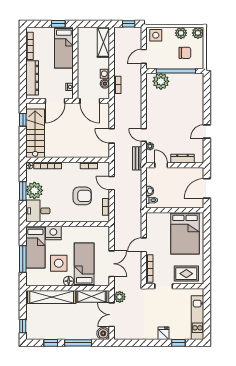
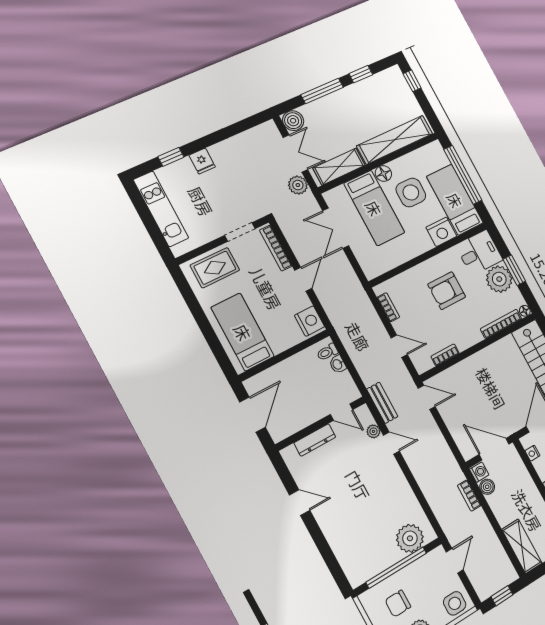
washing machine: (105, 74) -> (479, 472), moved
door: (207, 131) -> (300, 503), hinge flipped
door: (112, 136) -> (427, 397), moved
armchair: (82, 196) -> (447, 291), moved
nightstand: (152, 221) -> (310, 321), added
bed: (185, 233) -> (243, 332), width x0.67
window: (23, 259) -> (463, 175), width x1.46

